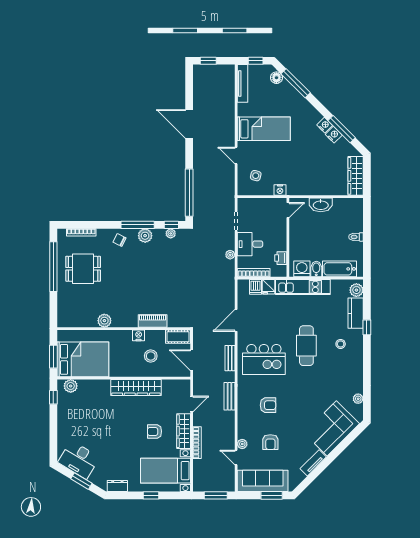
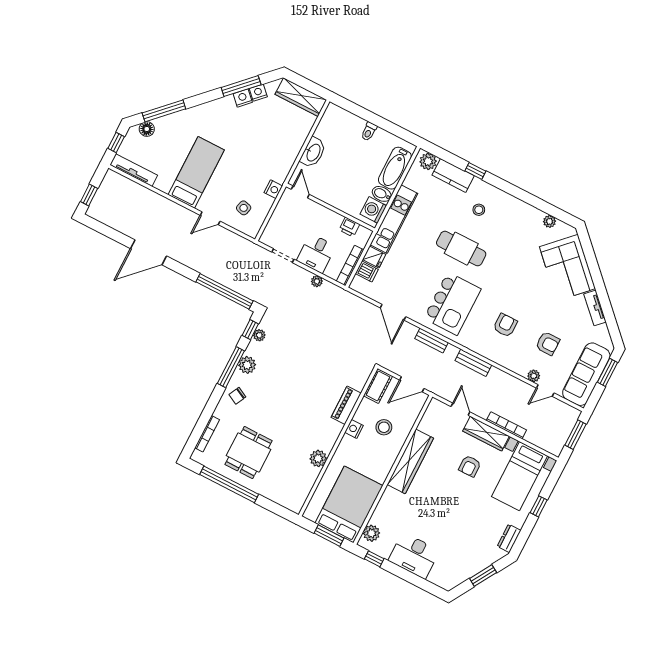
nightstand: (325, 125) -> (258, 93), moved
desk: (79, 460) -> (414, 556), moved, turned 59

